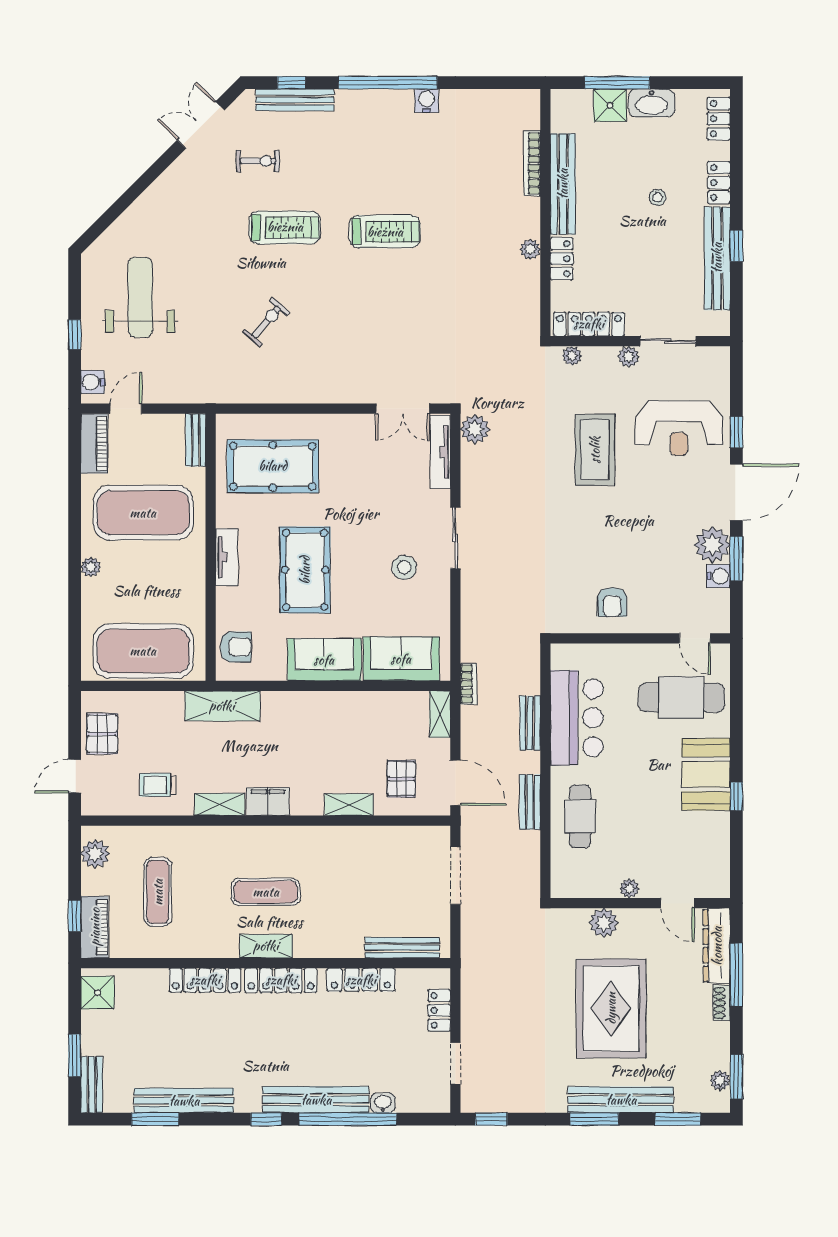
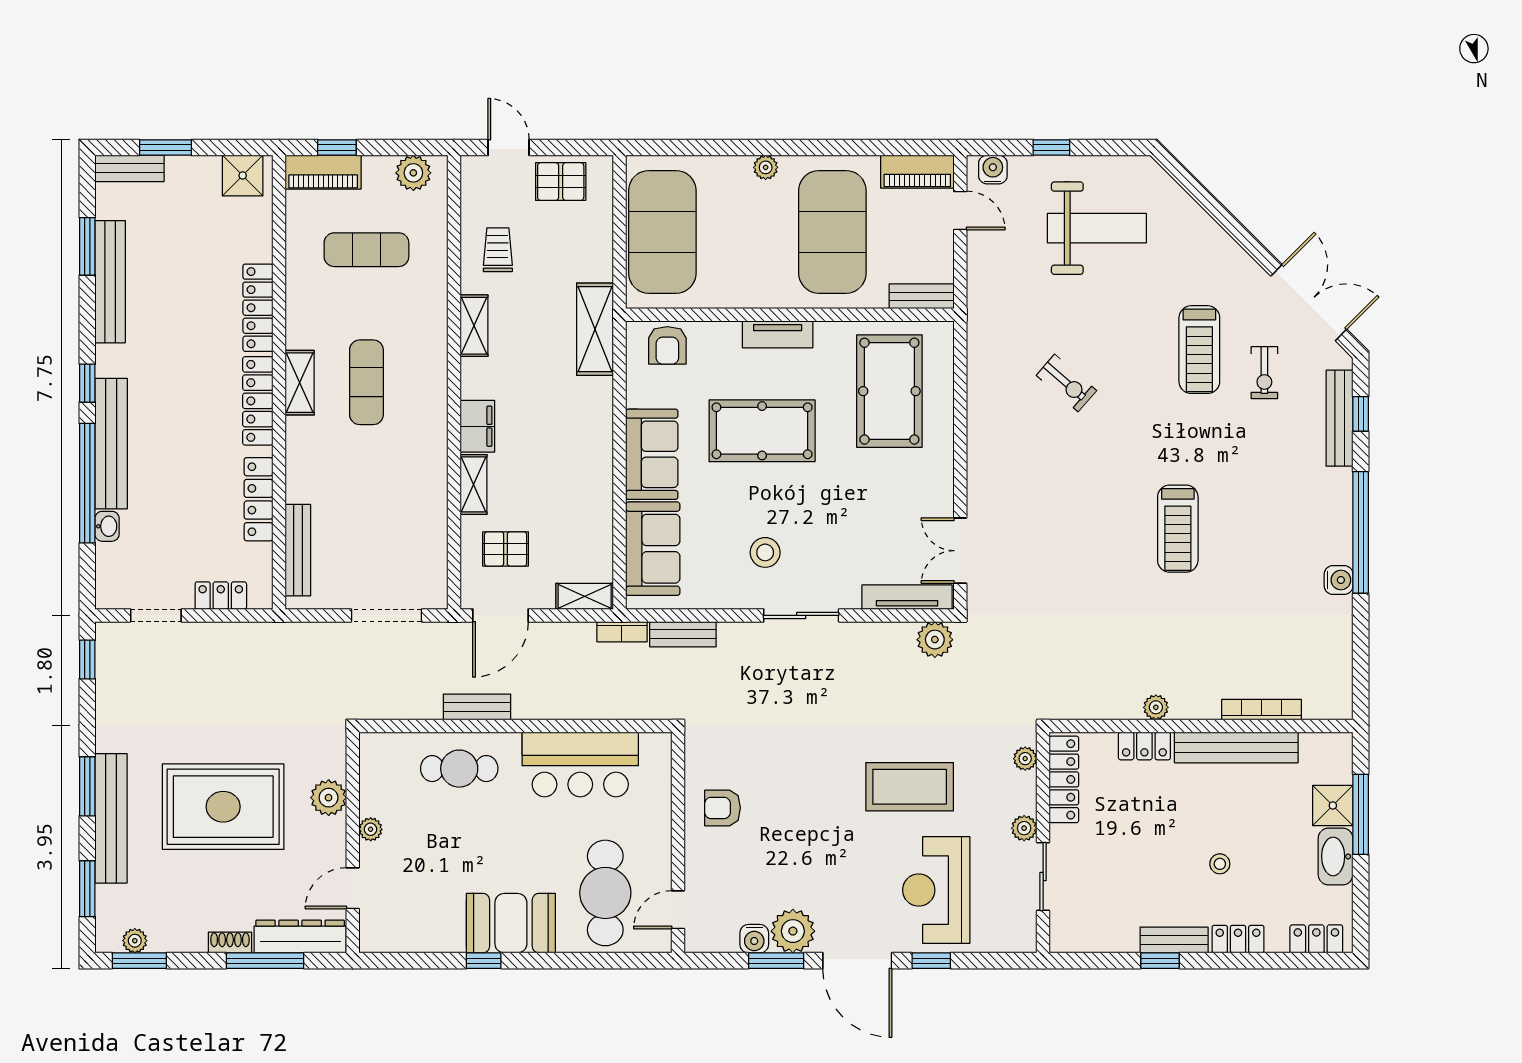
double door: (201, 125) -> (1309, 303), width x1.37
treadmill: (285, 227) -> (1199, 350), moved
bench: (717, 258) -> (1174, 940), width x0.54, depth x0.82
bench: (530, 723) -> (683, 634), moved
filing cabinet: (268, 802) -> (477, 426), moved

